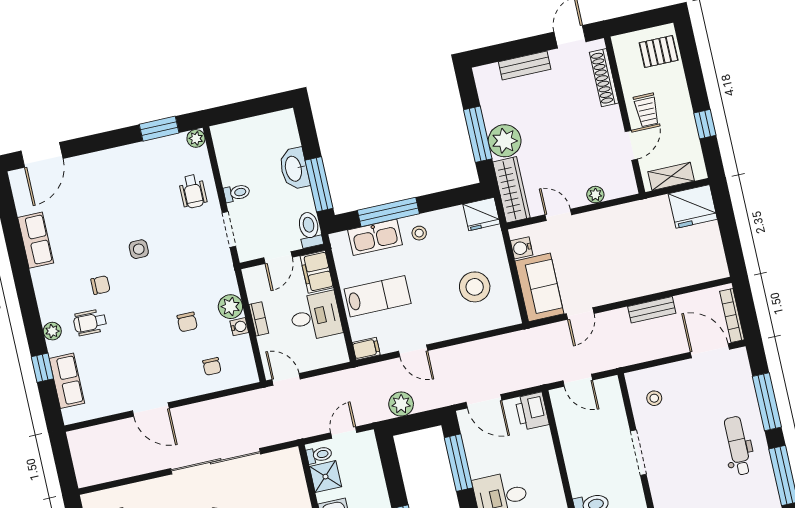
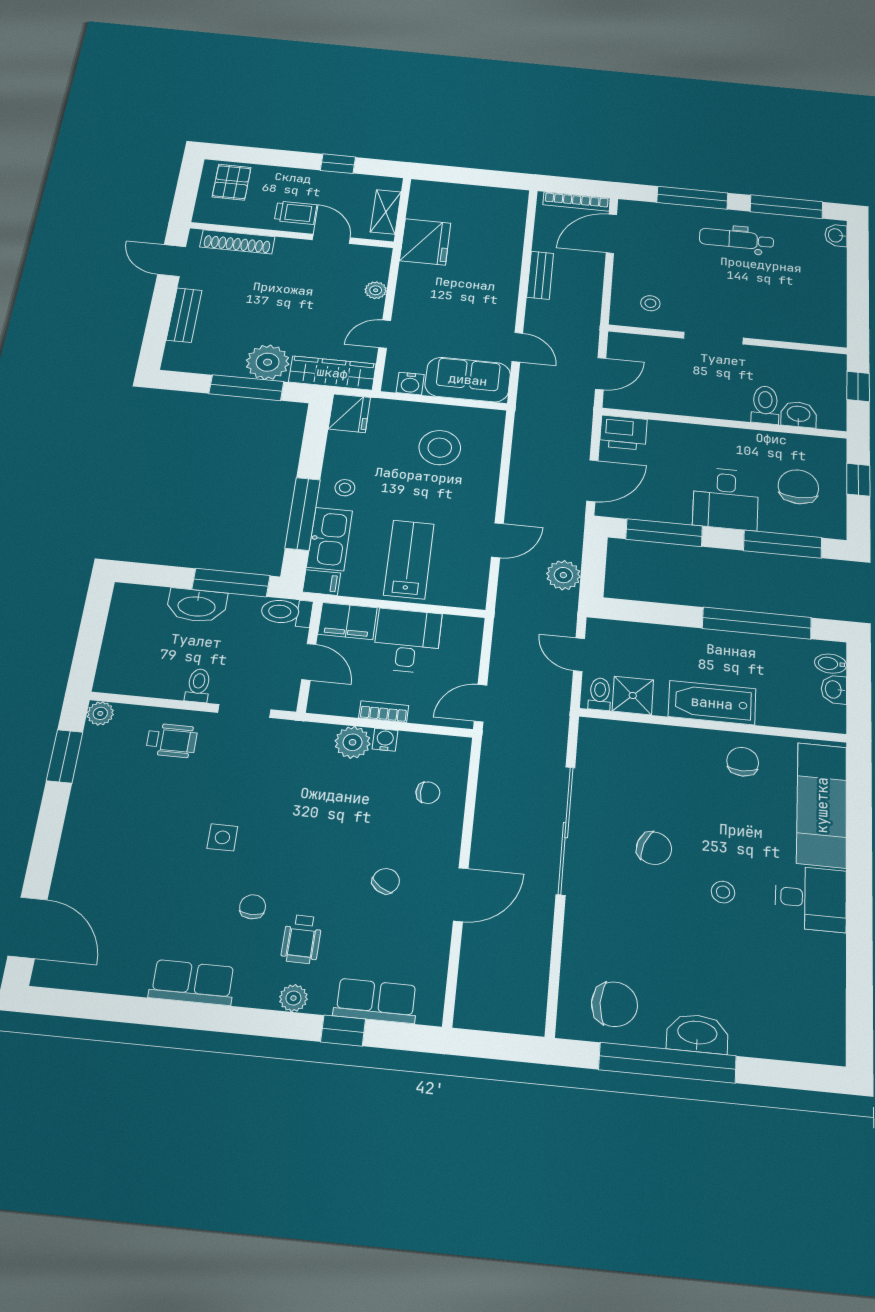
fridge: (693, 206) -> (425, 242), moved
row of seats: (36, 240) -> (192, 982), moved
chair: (187, 322) -> (386, 881), moved, turned -56
filing cabinet: (366, 349) -> (322, 582), moved, turned 90

